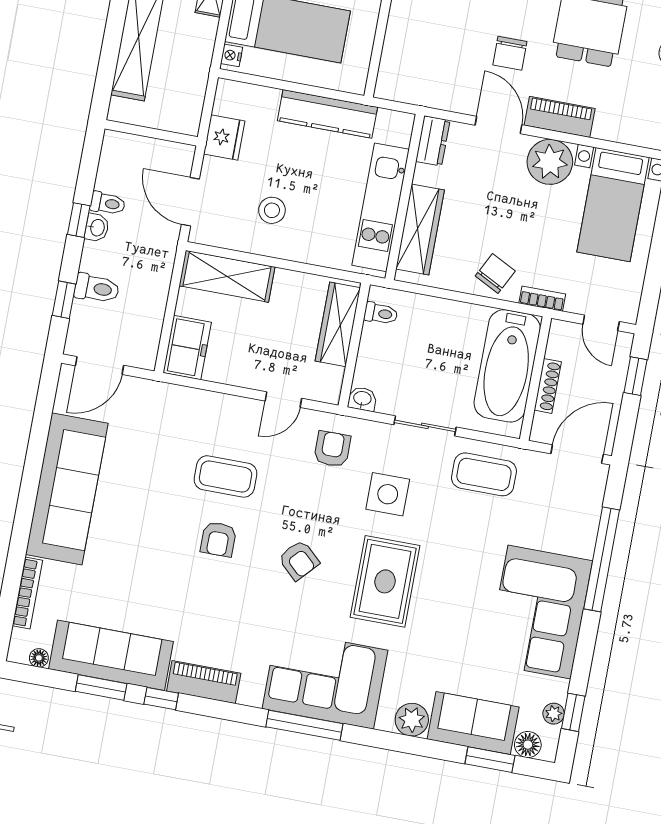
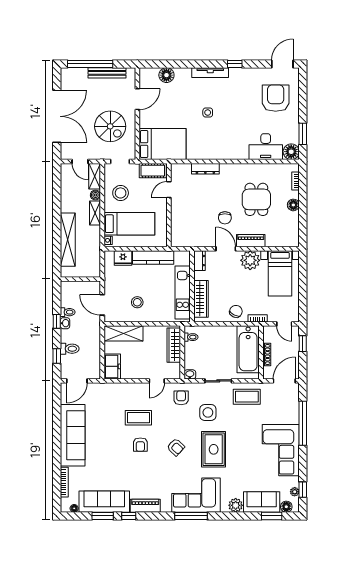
fridge: (224, 137) -> (123, 258), moved, turned 90

